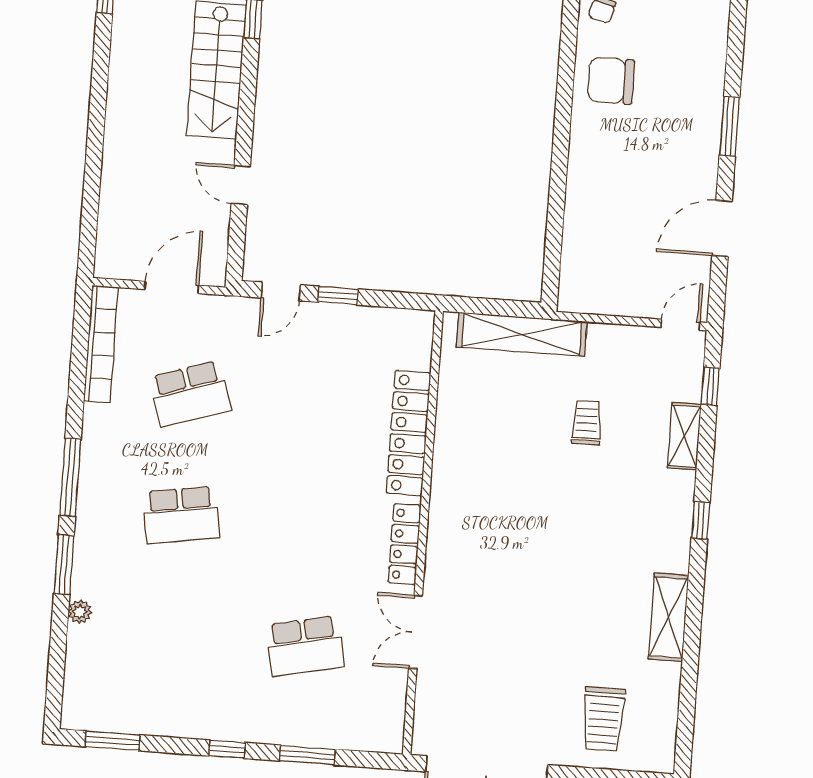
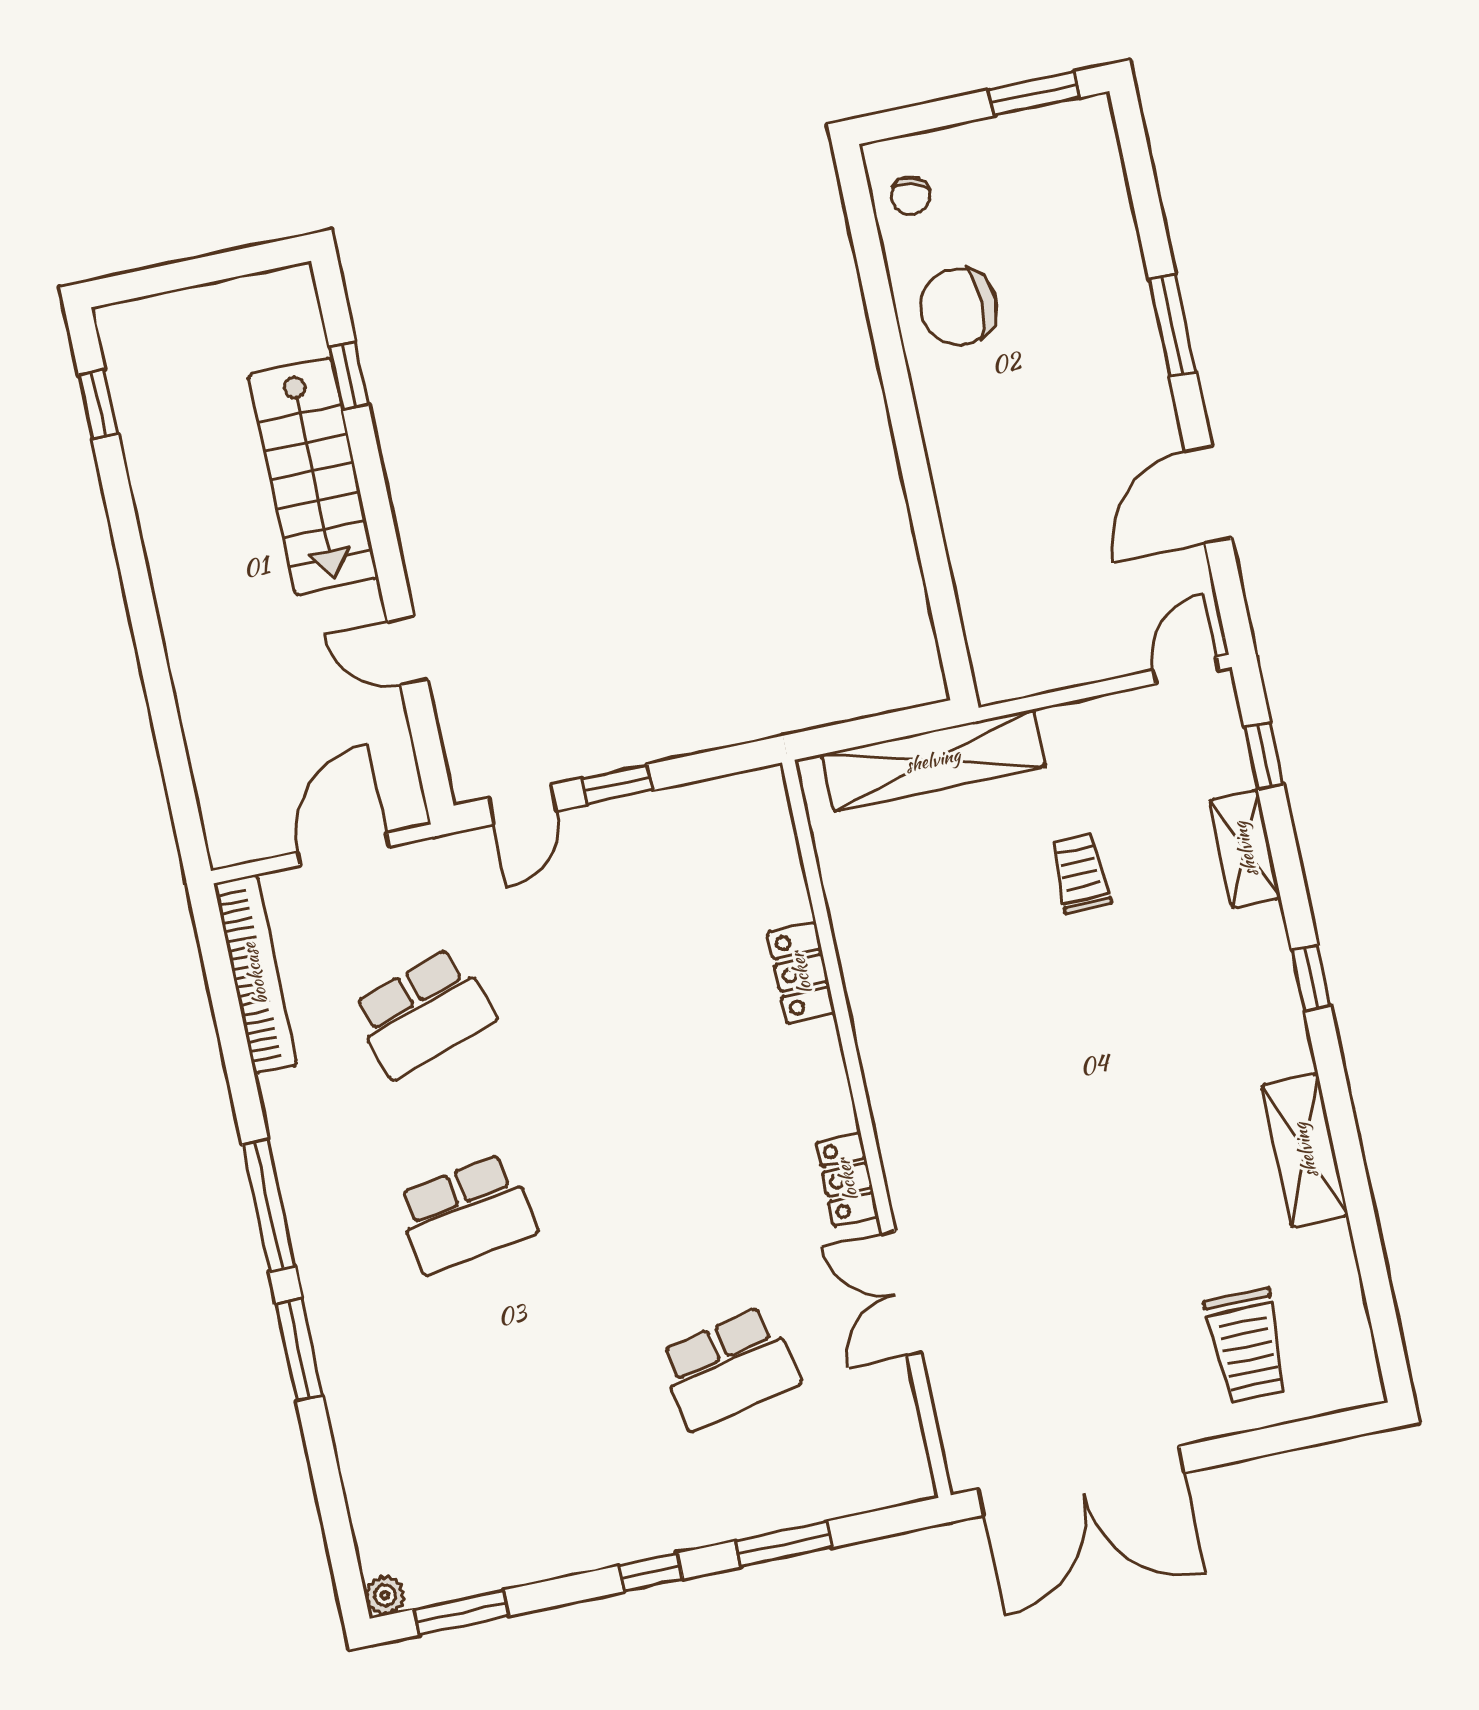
locker: (408, 433) -> (801, 973), width x0.46, depth x0.83
locker: (405, 544) -> (847, 1180), width x0.66
plant: (80, 612) -> (385, 1595), moved

